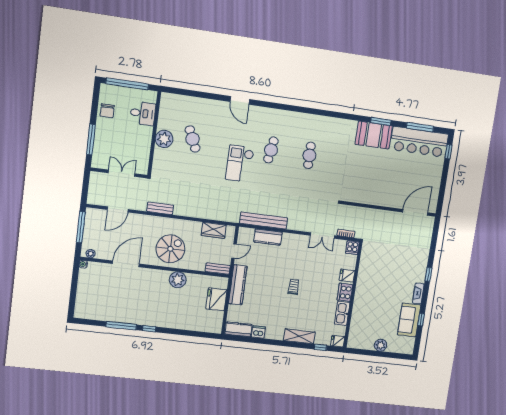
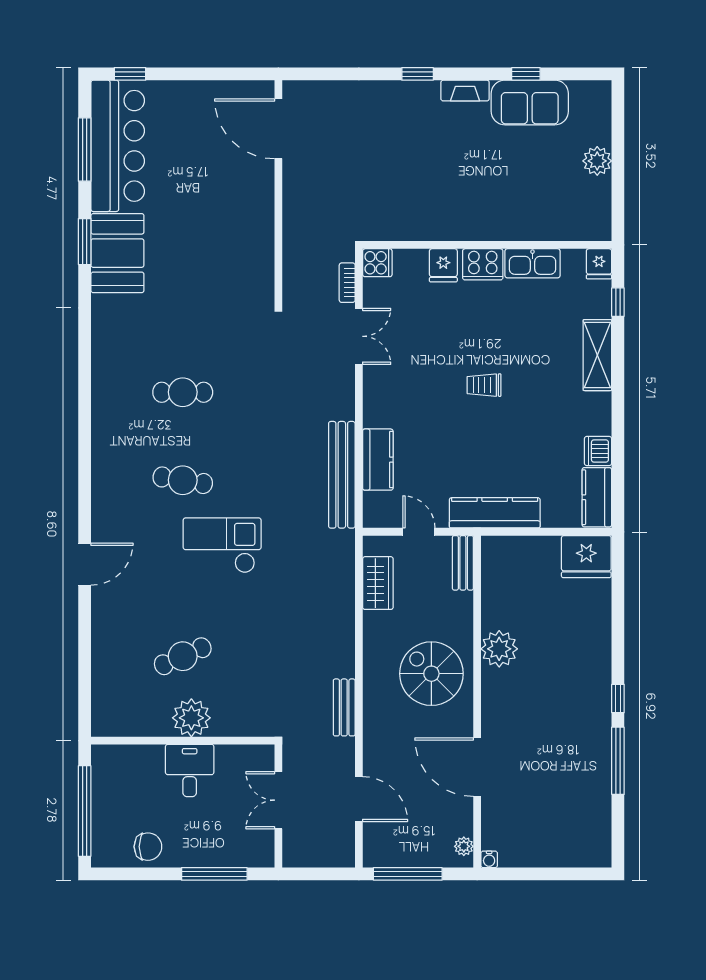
desk: (143, 113) -> (190, 770), moved
checkout: (240, 164) -> (222, 545), turned 180
fridge: (216, 299) -> (586, 557), moved

